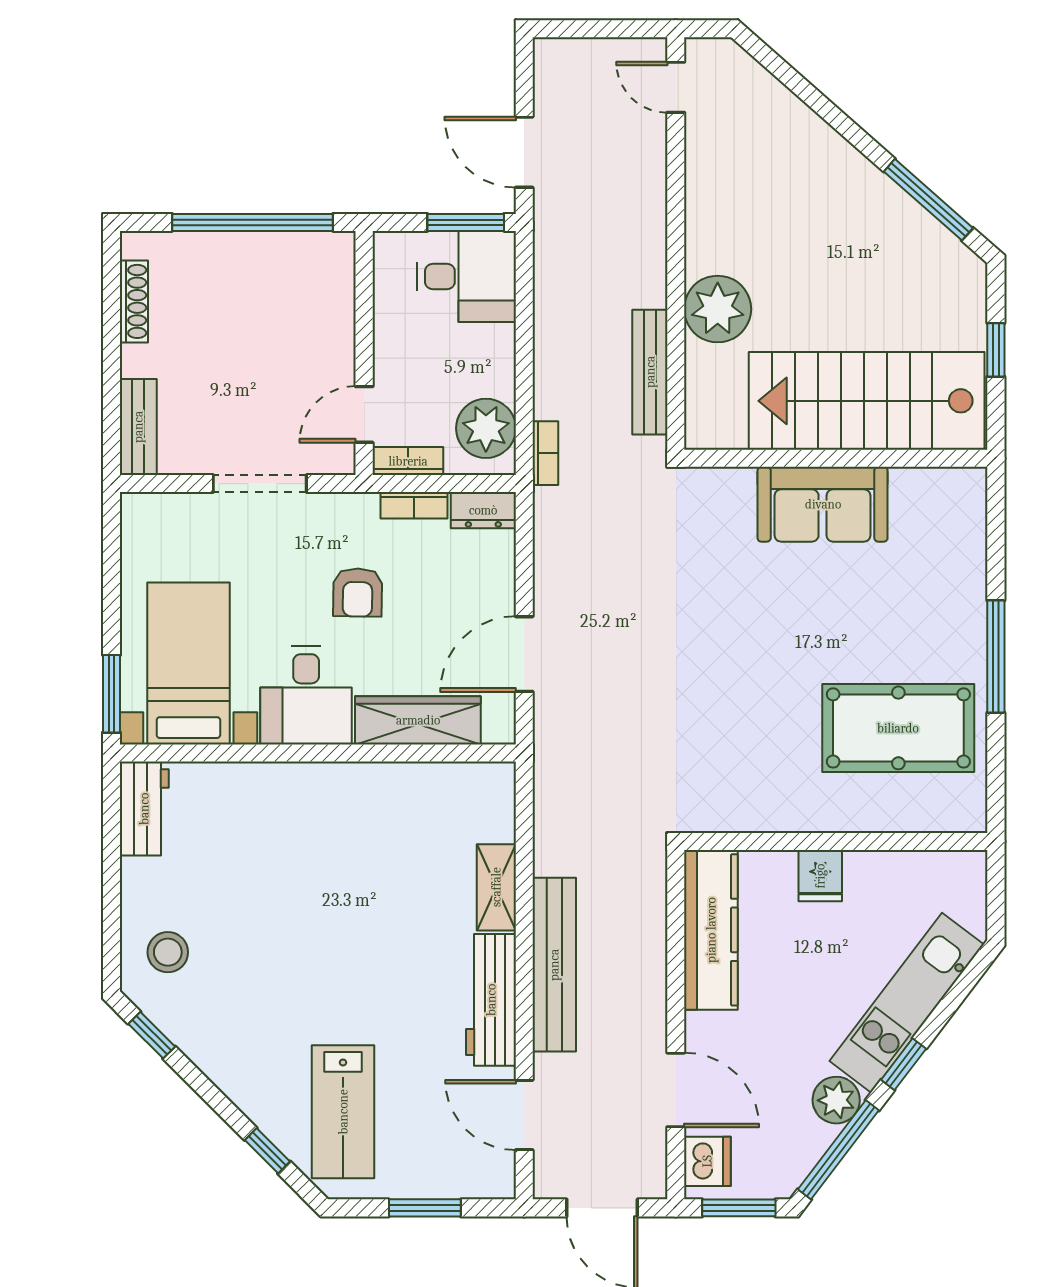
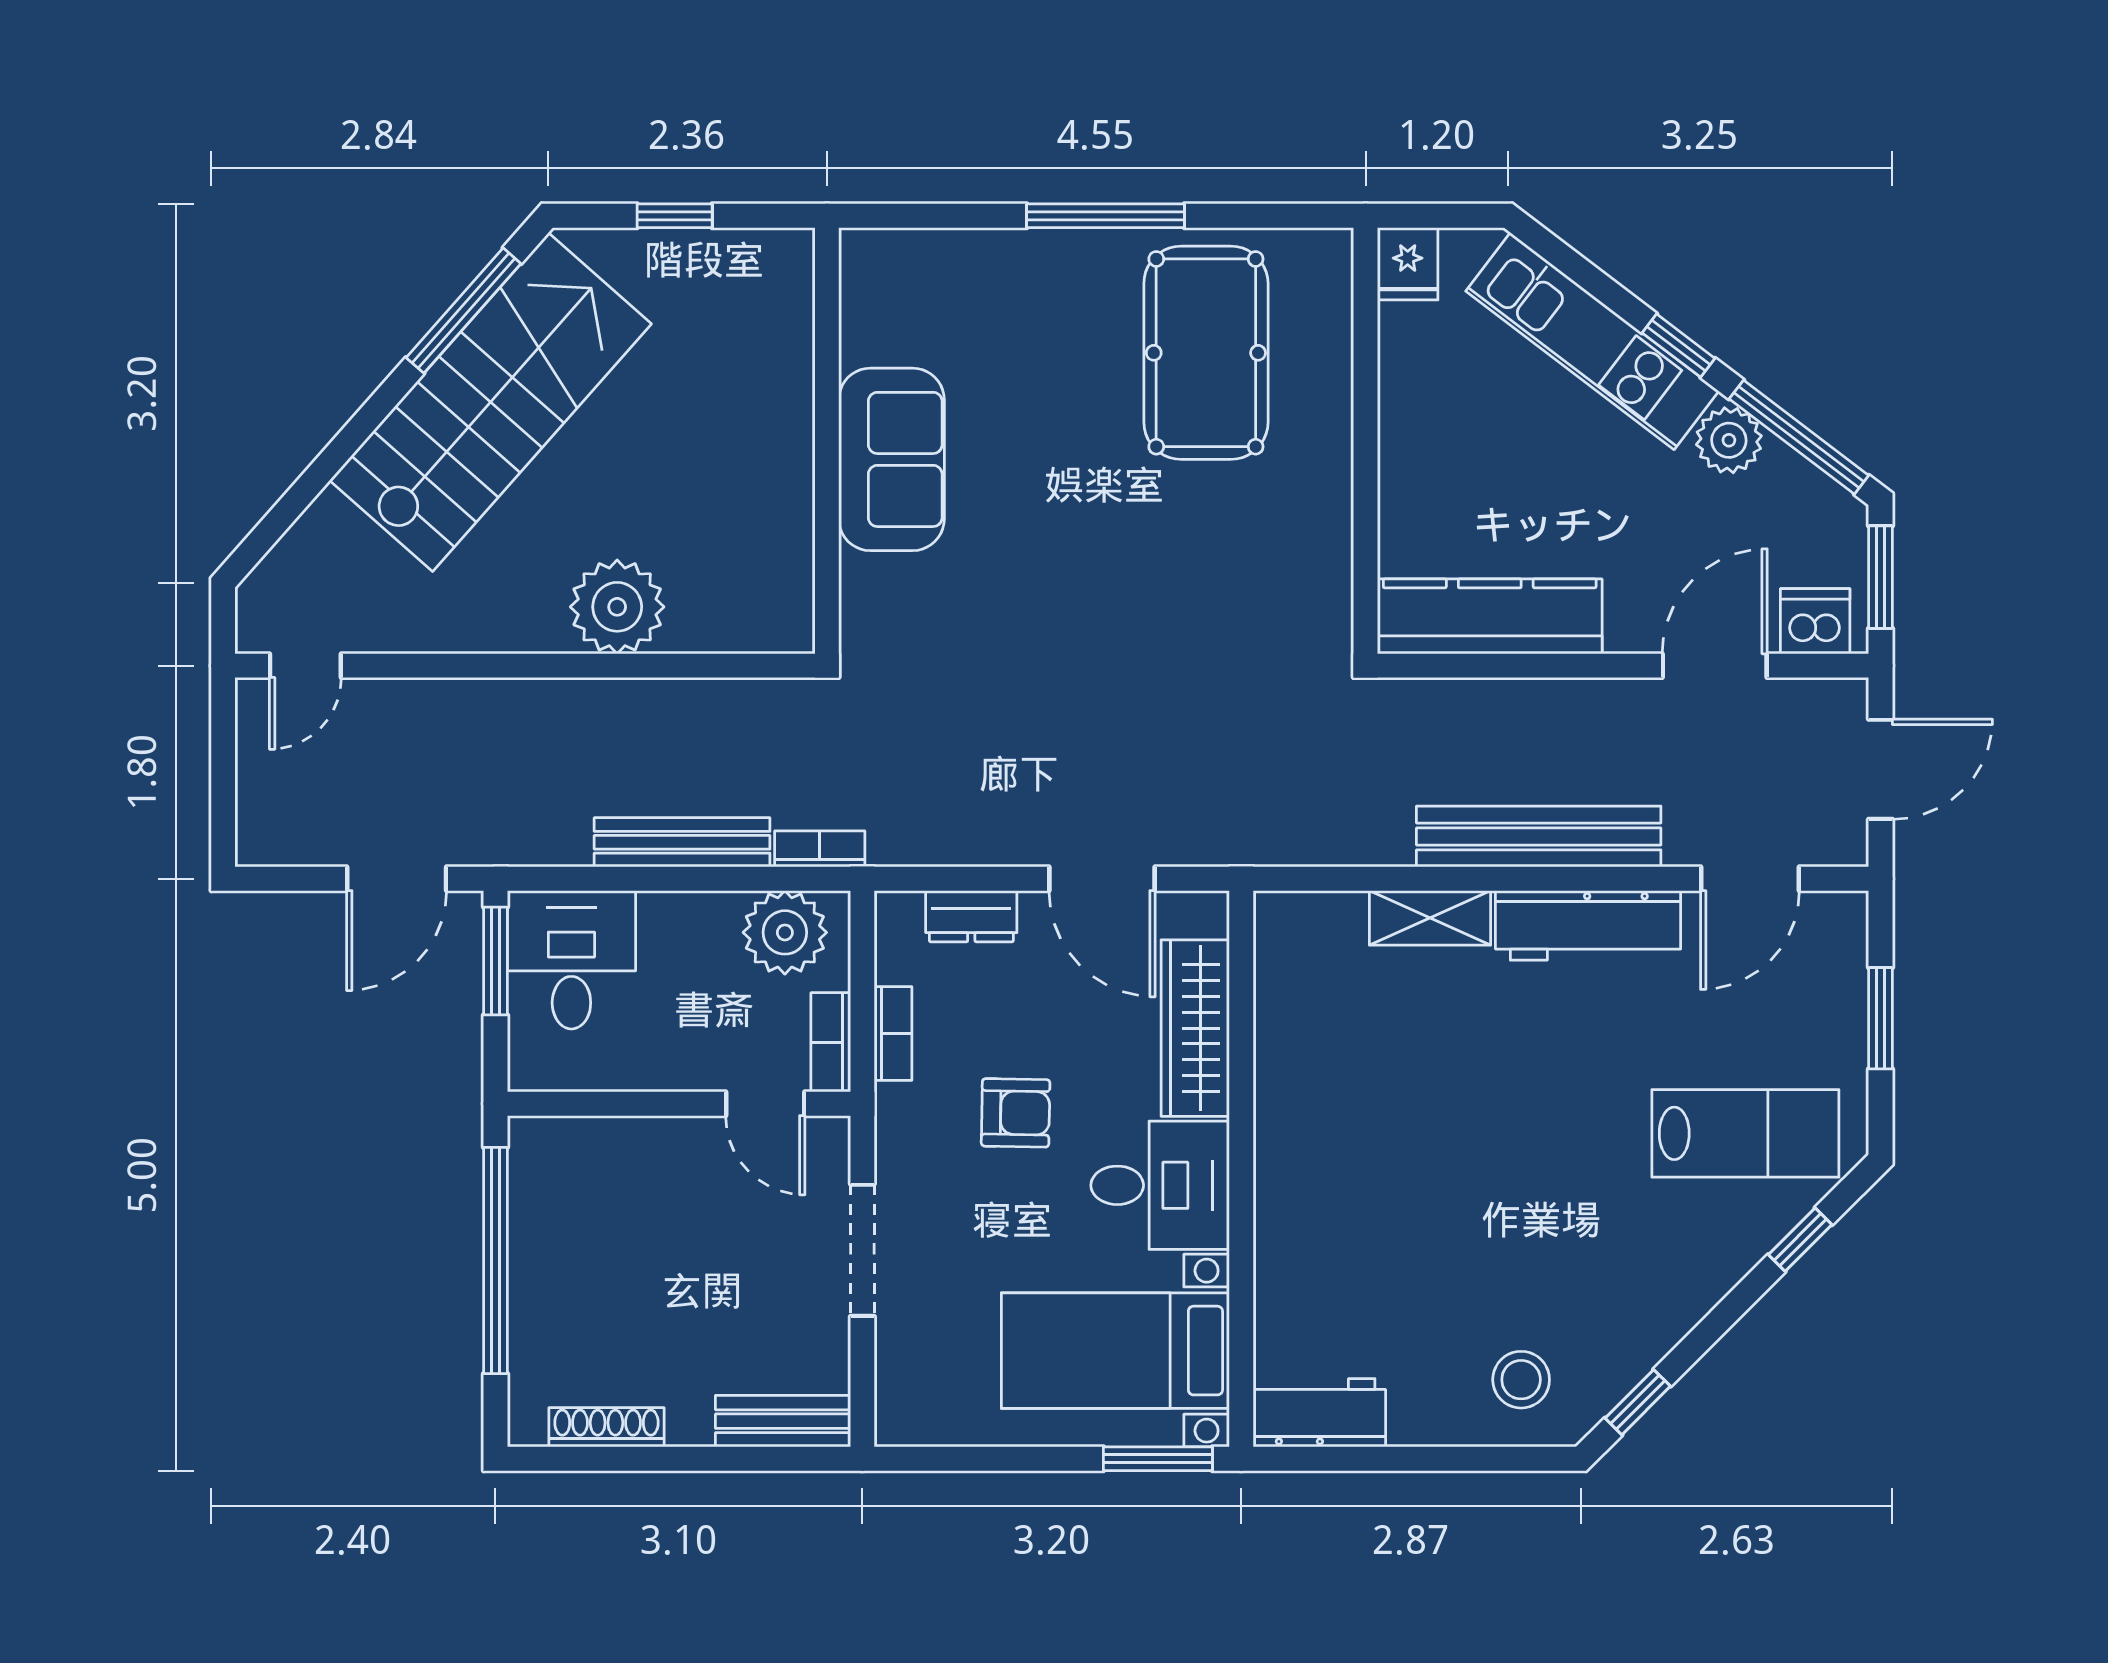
bench: (650, 372) -> (682, 842), moved
stairs: (867, 401) -> (490, 402), moved, turned -139
dresser: (483, 510) -> (971, 916), moved, turned 90
fridge: (820, 876) -> (1408, 264), moved, turned 90

